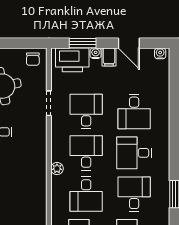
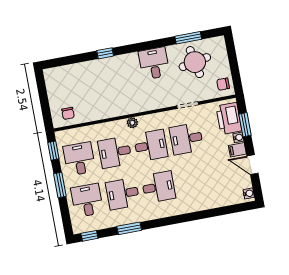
door: (129, 43) -> (252, 165), hinge flipped
desk: (86, 112) -> (186, 139), turned 180
desk: (134, 112) -> (194, 180), removed
desk: (134, 153) -> (158, 187), turned 90
desk: (134, 194) -> (123, 194), turned 180

